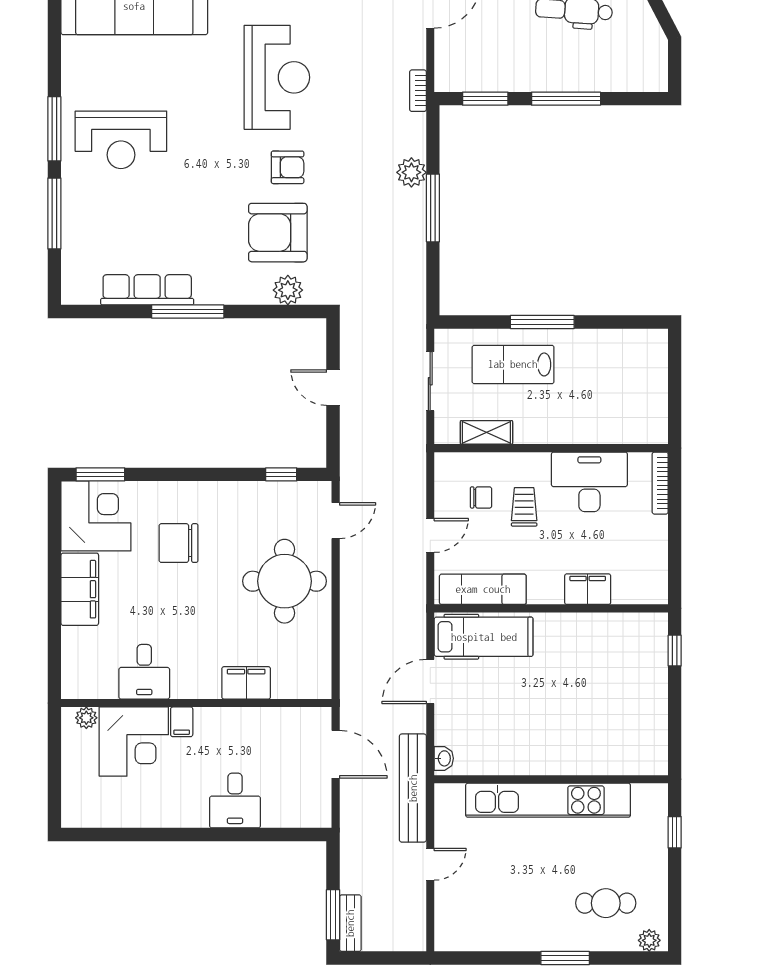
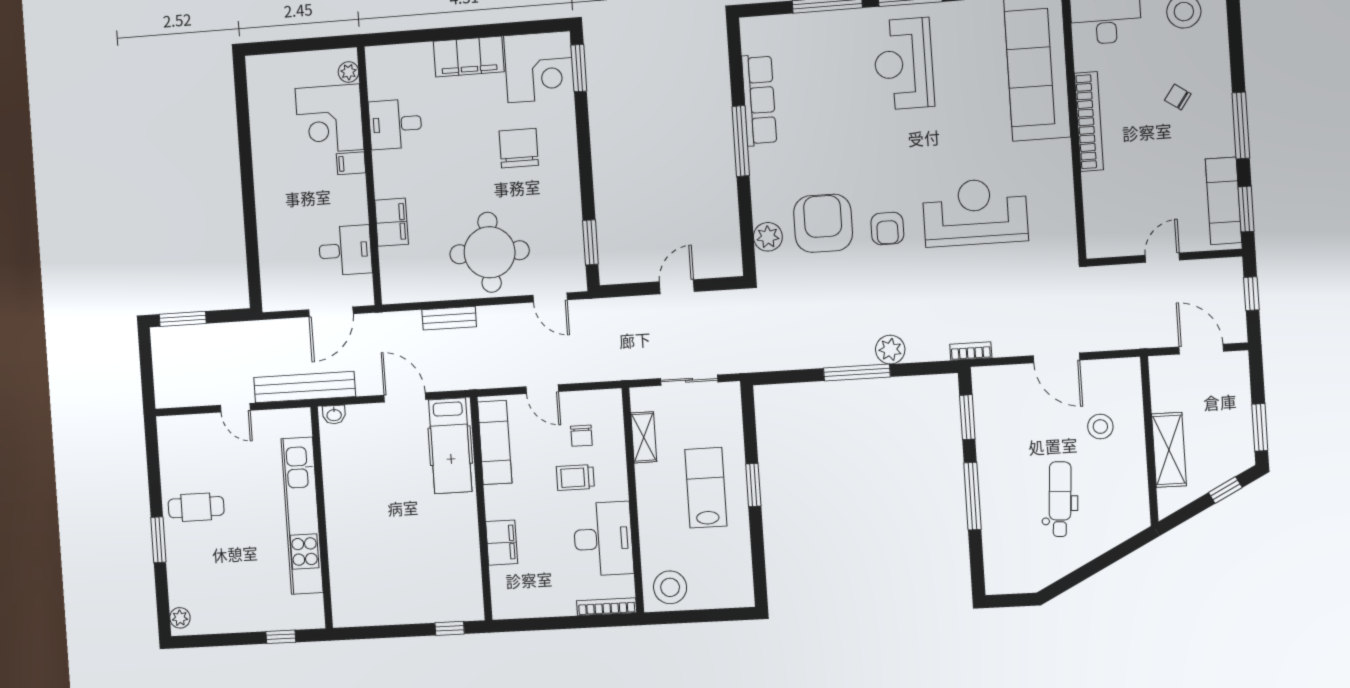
reception desk: (277, 77) -> (975, 212), turned 180
window: (542, 322) -> (753, 485), width x0.69
lab bench: (513, 364) -> (706, 488), moved
stool: (643, 415) -> (670, 587), added
window: (281, 474) -> (590, 242), width x1.50
trolley: (524, 507) -> (575, 478), turned 180
desk: (235, 801) -> (345, 250), moved, turned 180
cafe table: (606, 903) -> (196, 507), moved, turned 90
bench: (350, 923) -> (449, 318), moved

